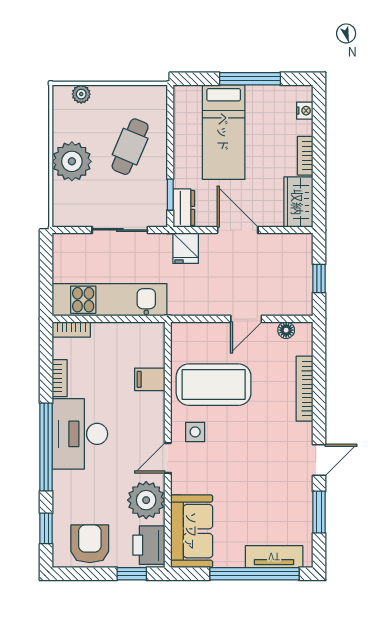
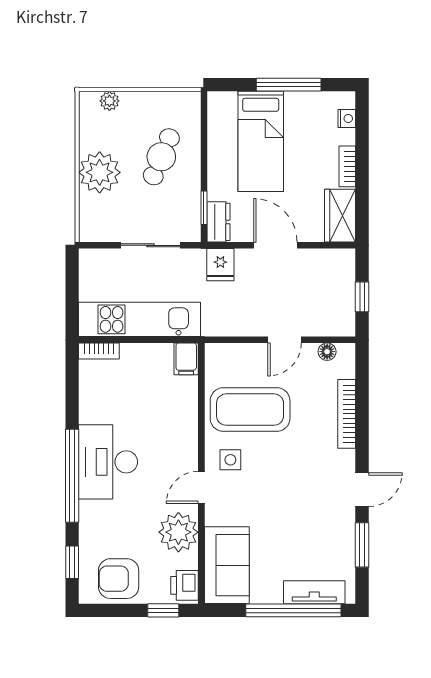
bookcase: (60, 378) -> (87, 403), removed
filing cabinet: (150, 379) -> (186, 359), moved, turned -90
armchair: (90, 544) -> (119, 579), turned -90
printer: (149, 545) -> (185, 585), width x0.73, depth x0.81

